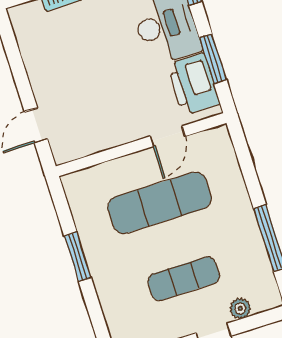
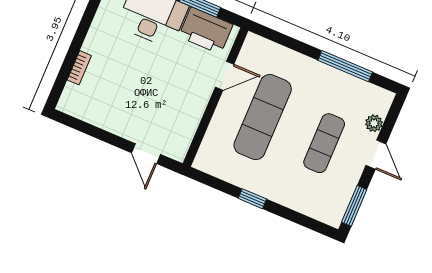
door: (168, 136) -> (225, 76), hinge flipped
window: (78, 257) -> (252, 199), width x0.67

